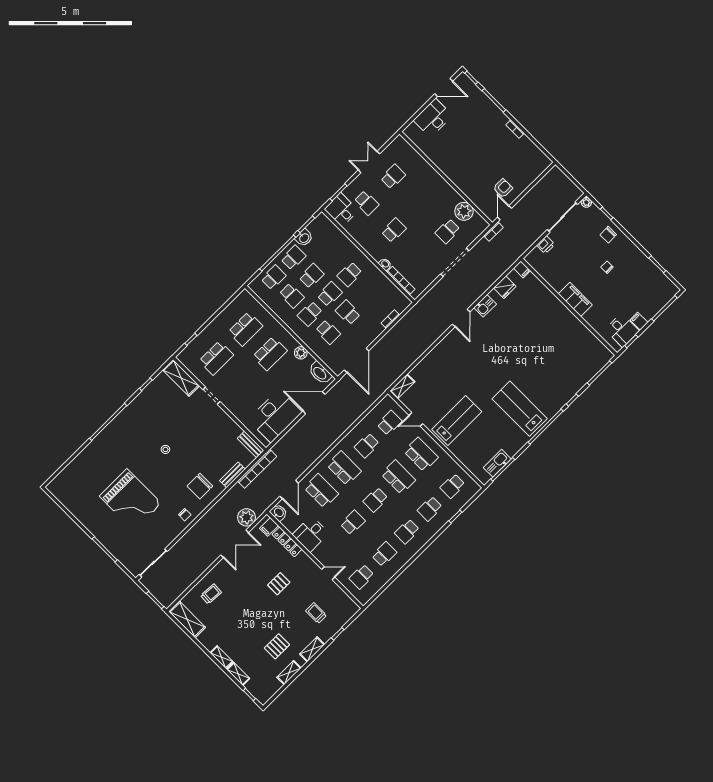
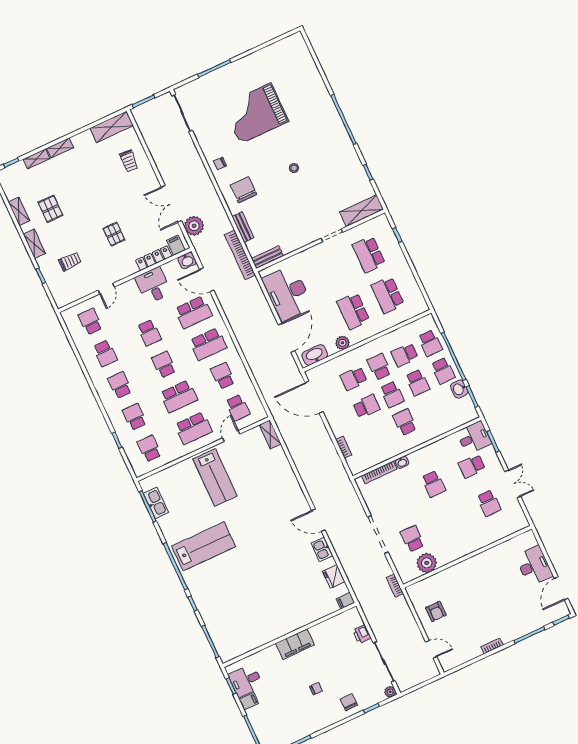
door: (505, 213) -> (431, 649), moved

